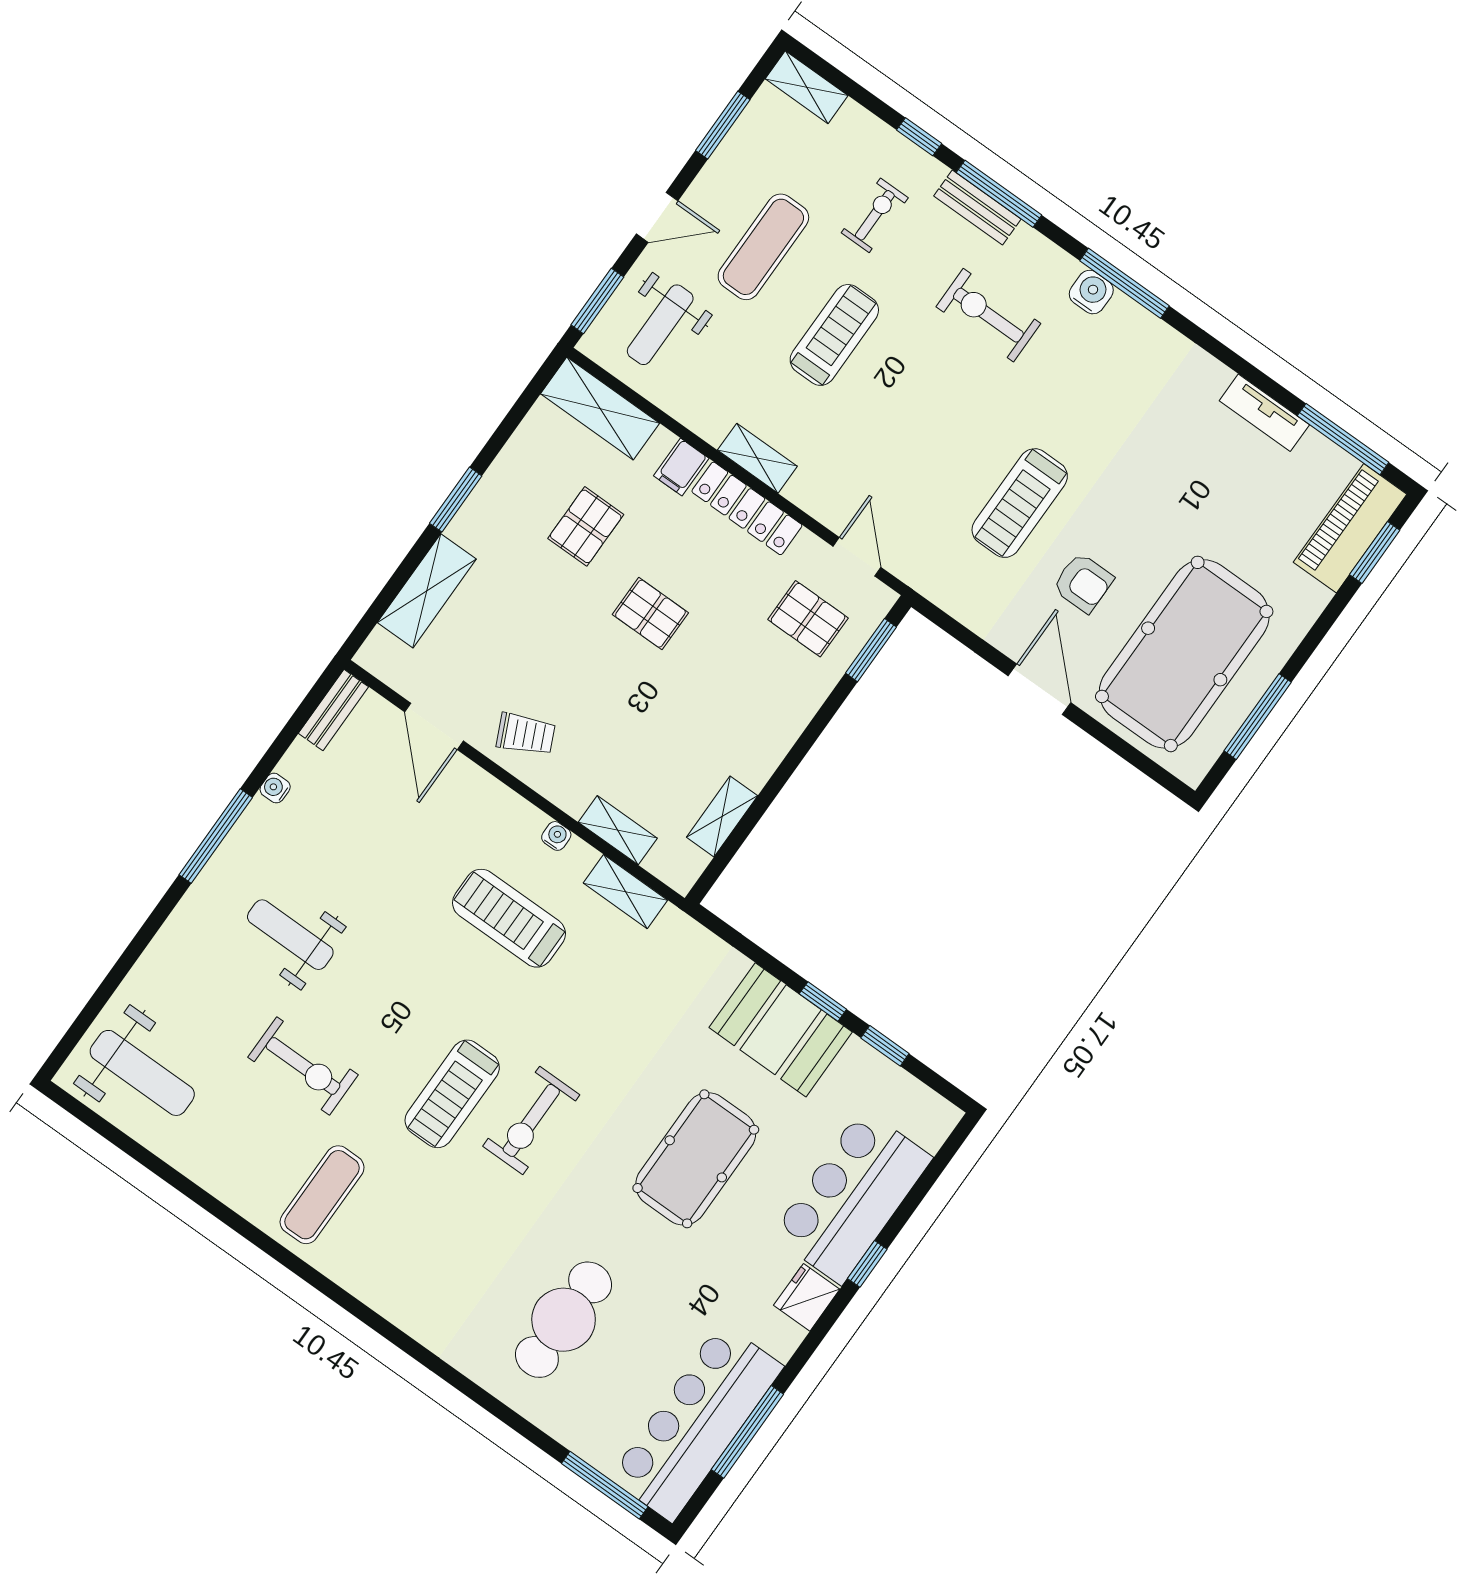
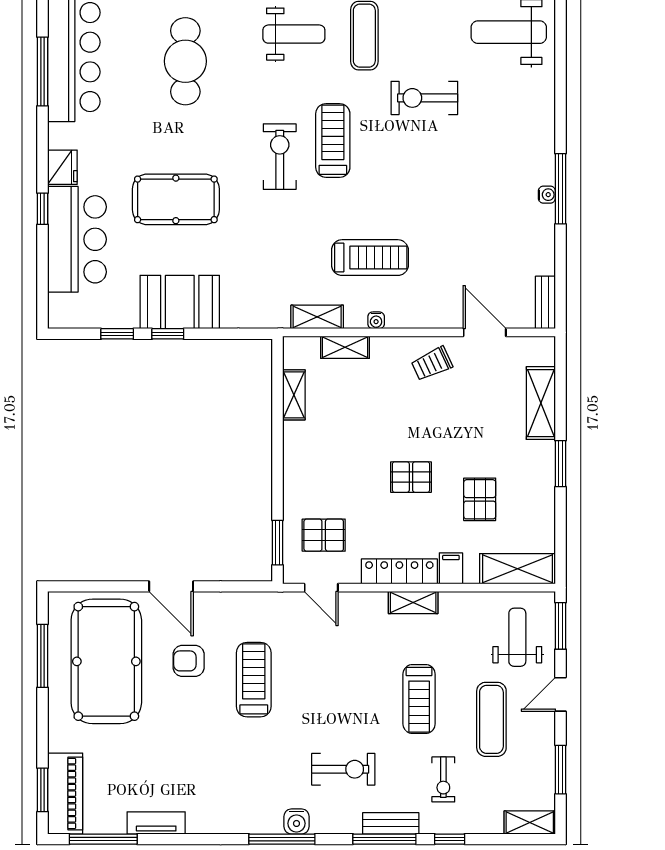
water cooler: (275, 788) -> (547, 195), moved
weight bench: (290, 935) -> (294, 34), moved
pool table: (696, 1159) -> (176, 199), turned 90

